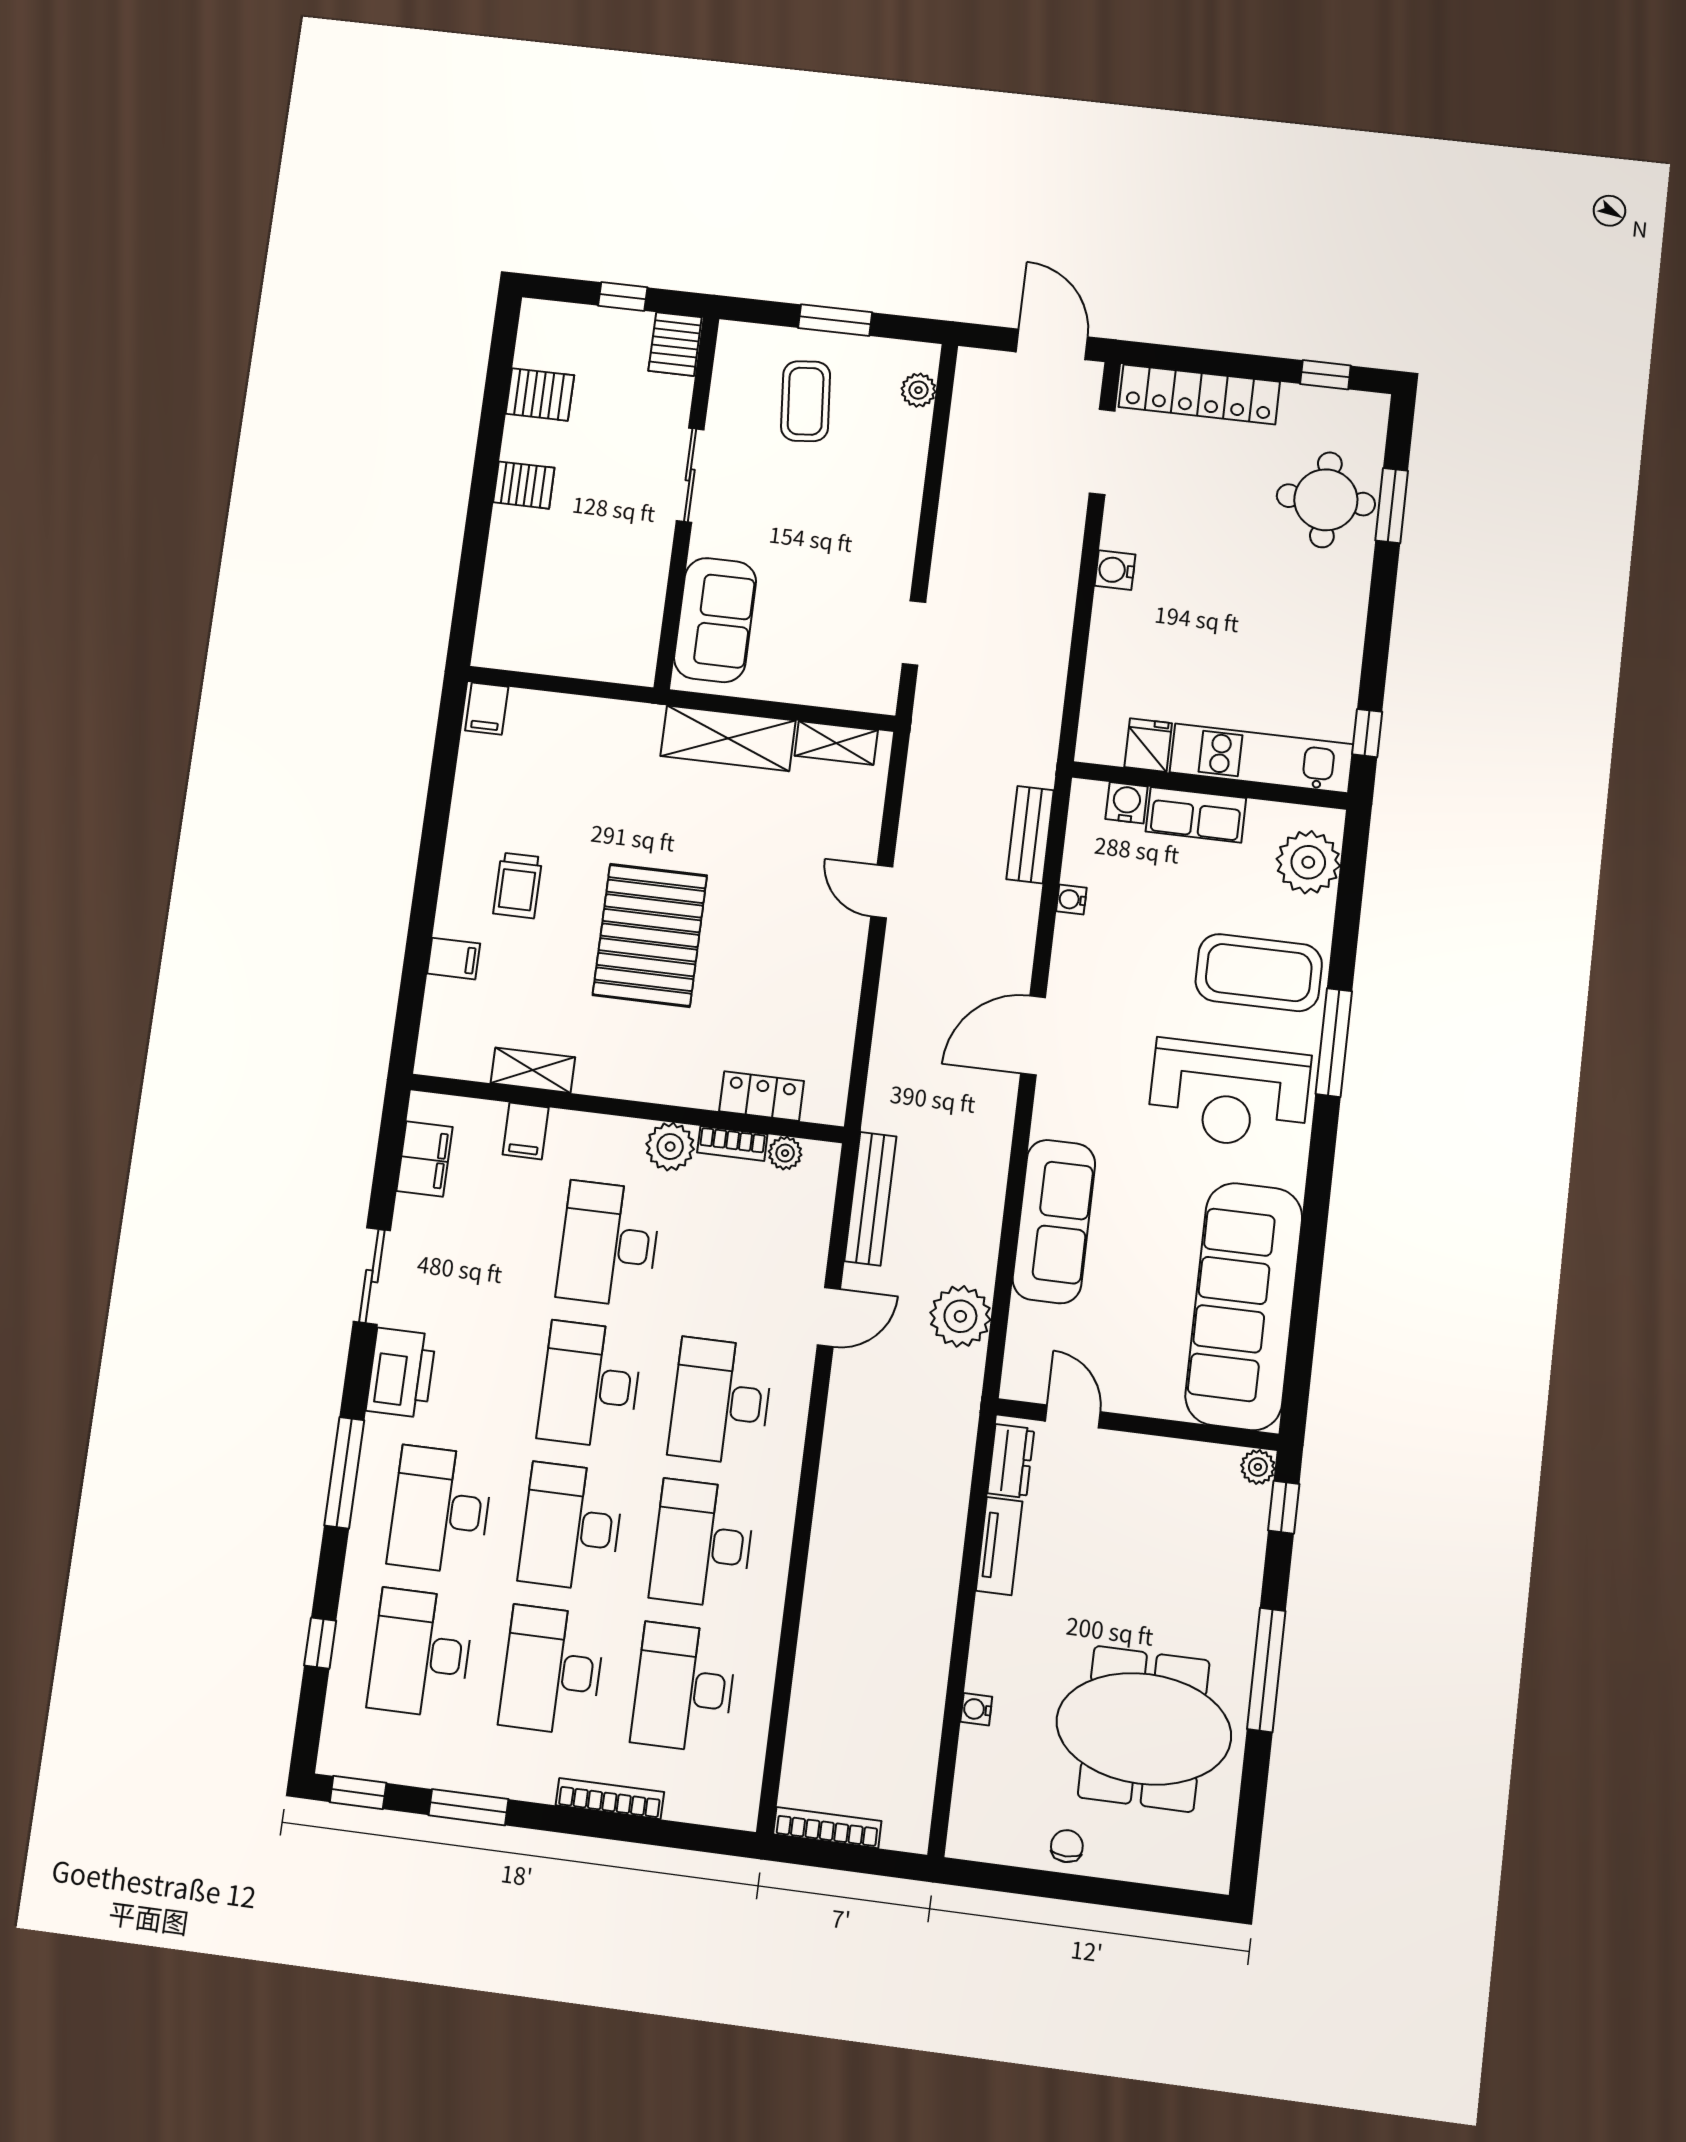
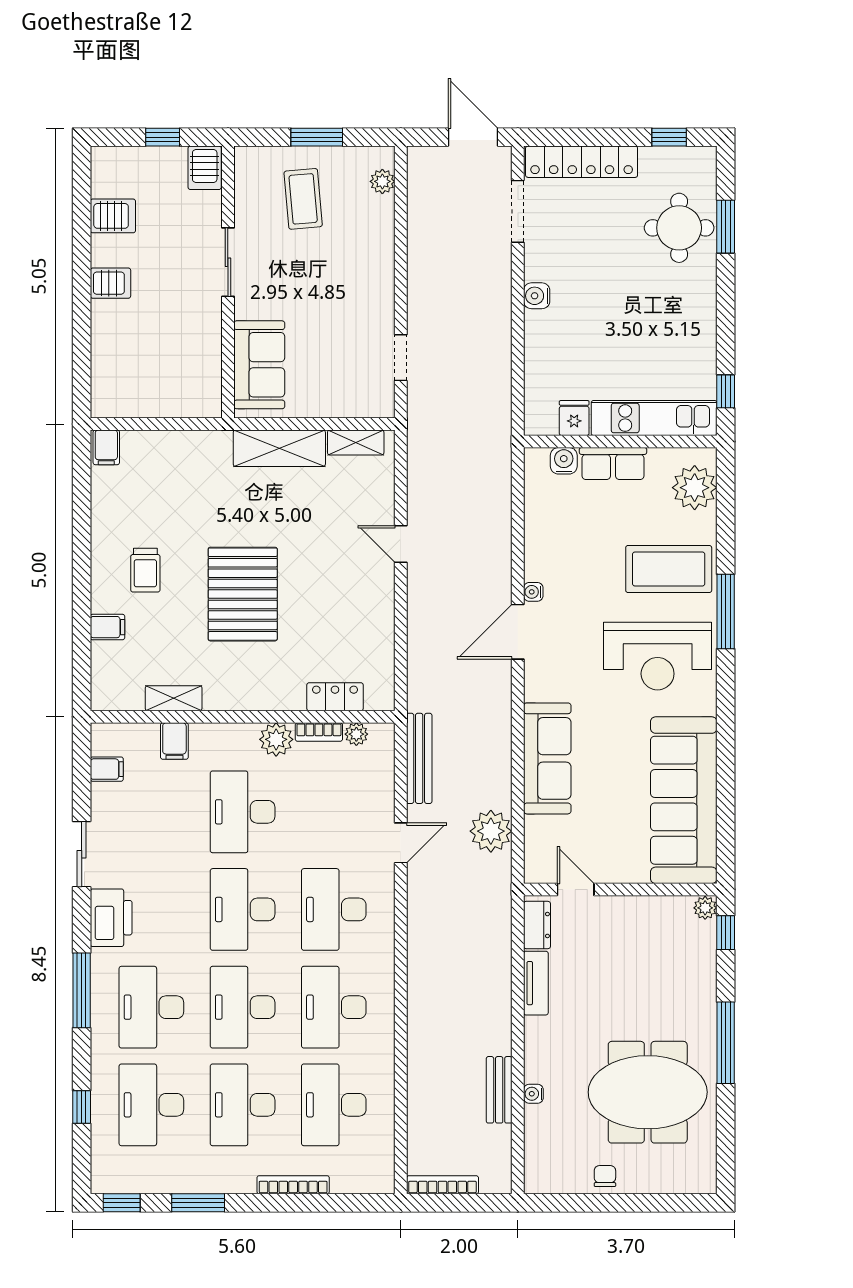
bench: (1030, 835) -> (499, 1090), moved
water cooler: (1071, 900) -> (533, 592), moved
filing cabinet: (425, 1159) -> (107, 769), width x0.50

